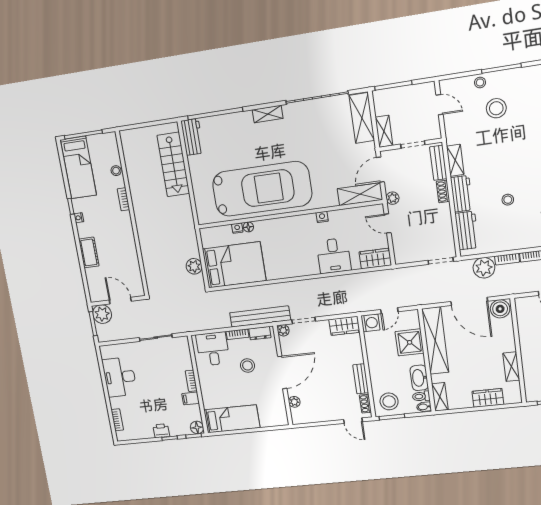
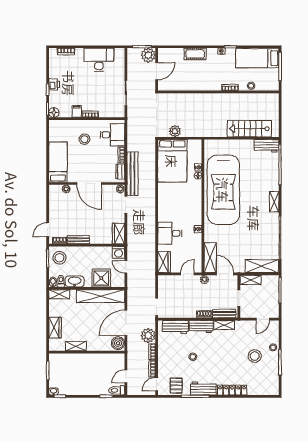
stool: (247, 366) -> (84, 139), moved
bed: (232, 419) -> (58, 162), moved, turned 180

